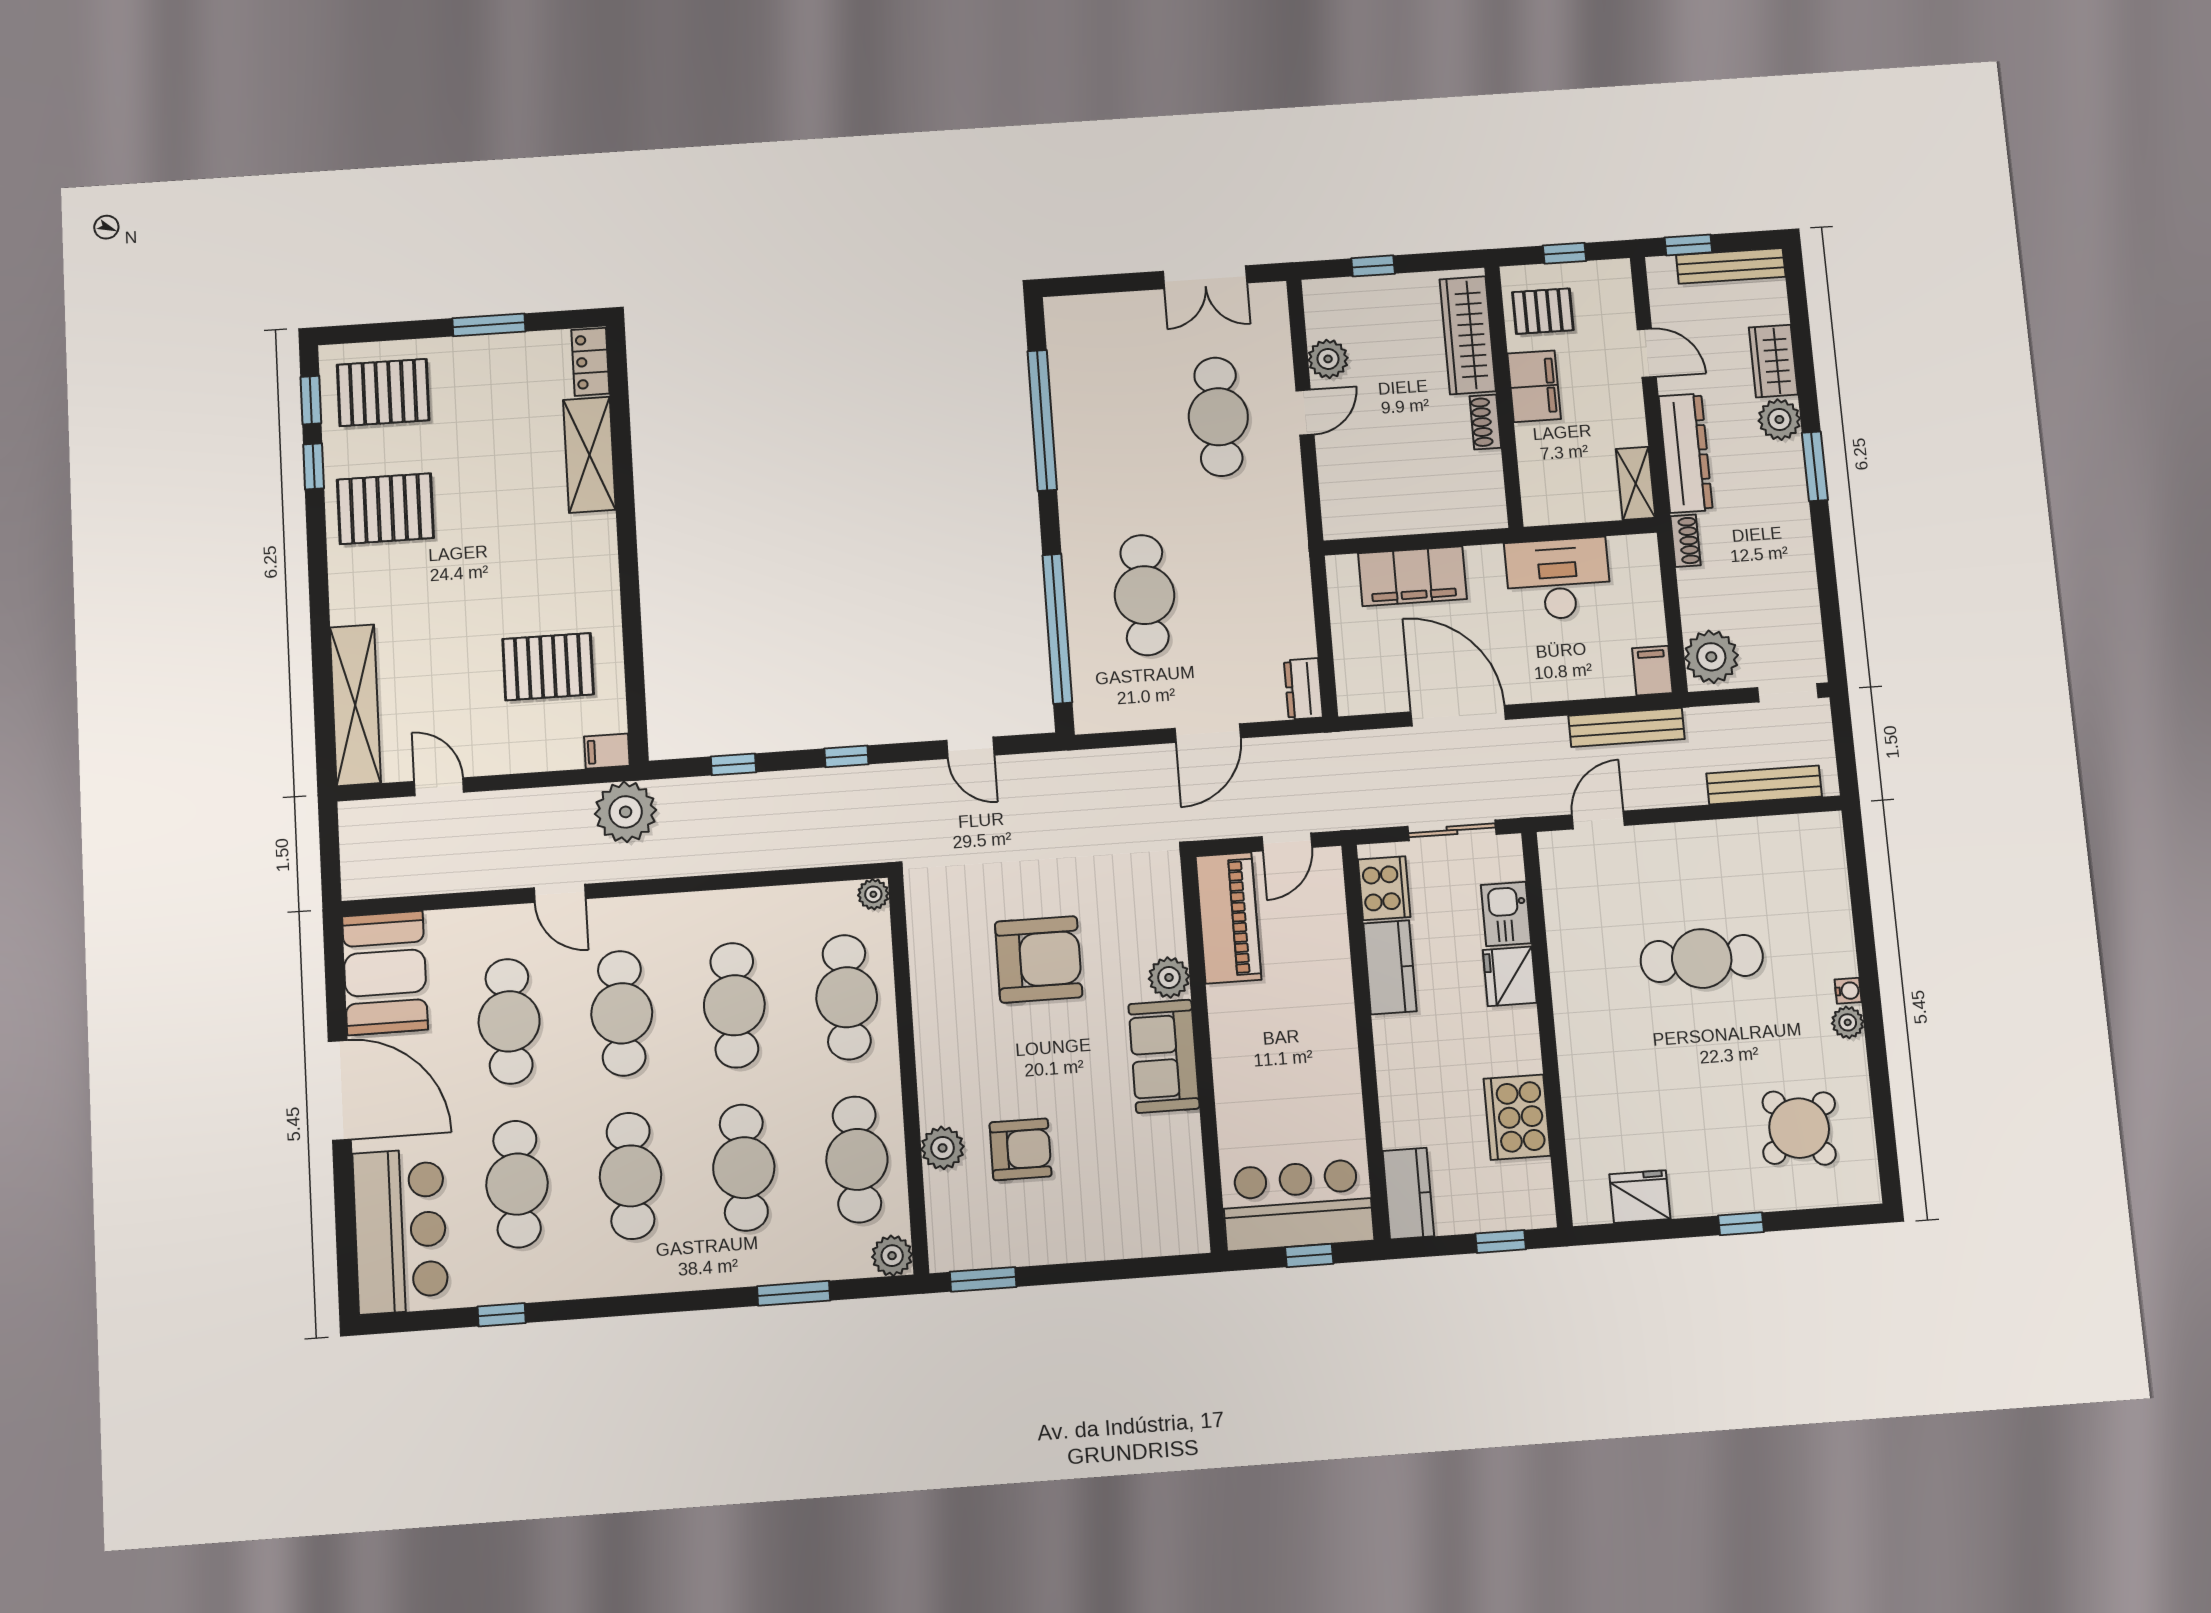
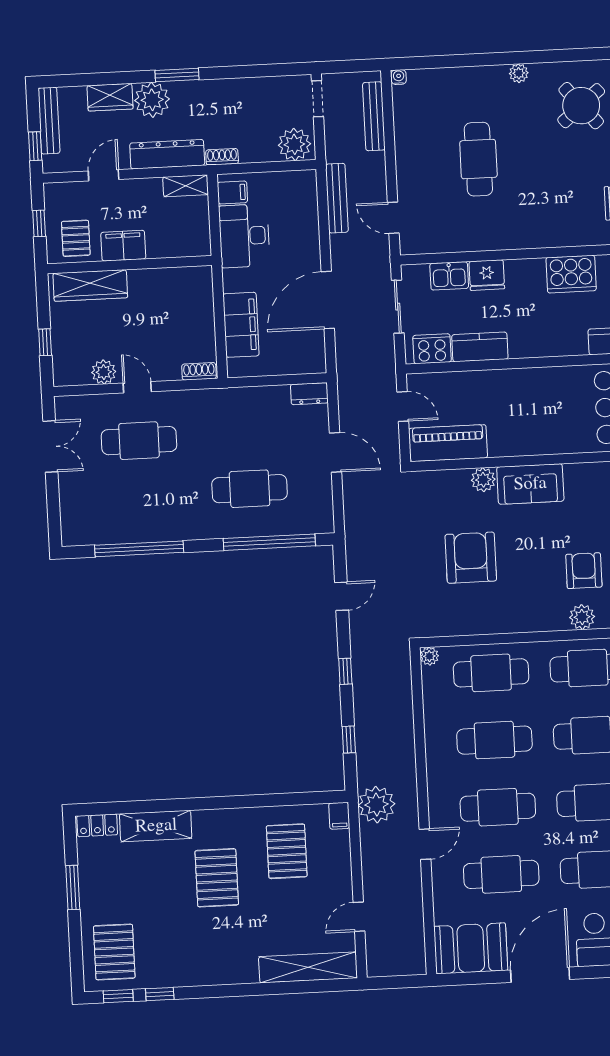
plant: (1779, 420) -> (152, 100), width x1.36, depth x1.36
shoe rack: (1485, 422) -> (199, 371), moved, turned 180
pallet: (385, 509) -> (217, 878), moved
filing cabinet: (1652, 671) -> (232, 192), moved, turned 180
water cooler: (1848, 991) -> (399, 77), moved

